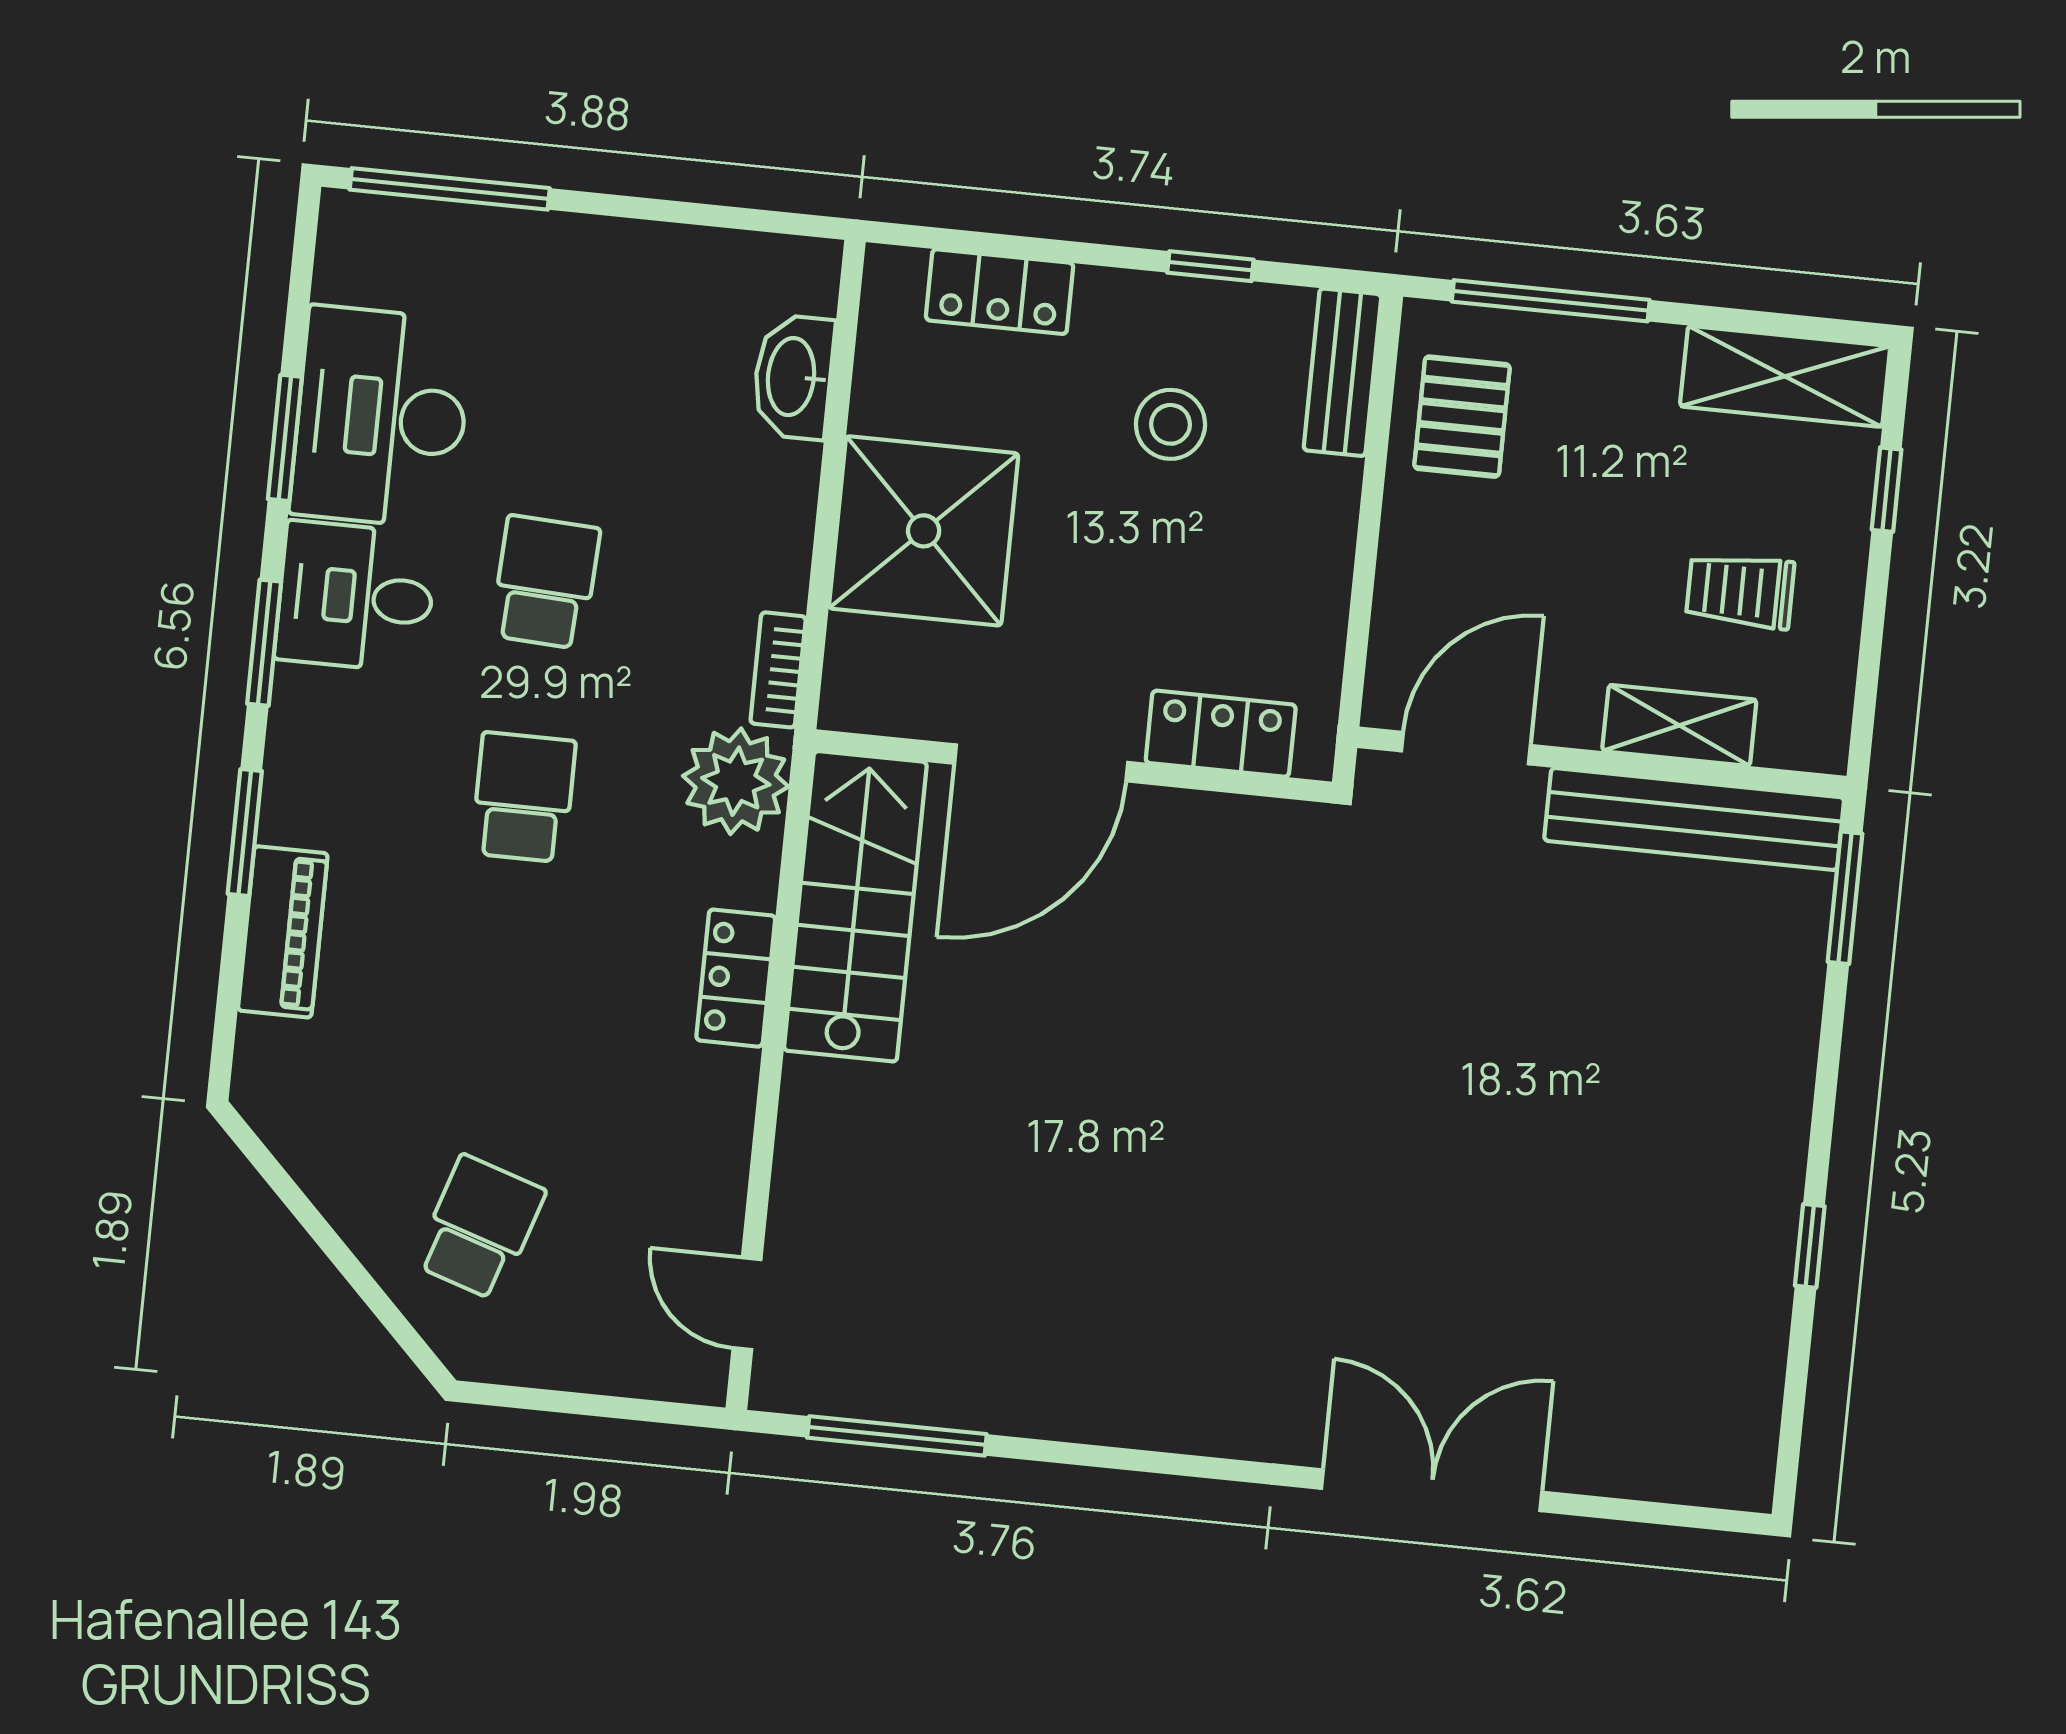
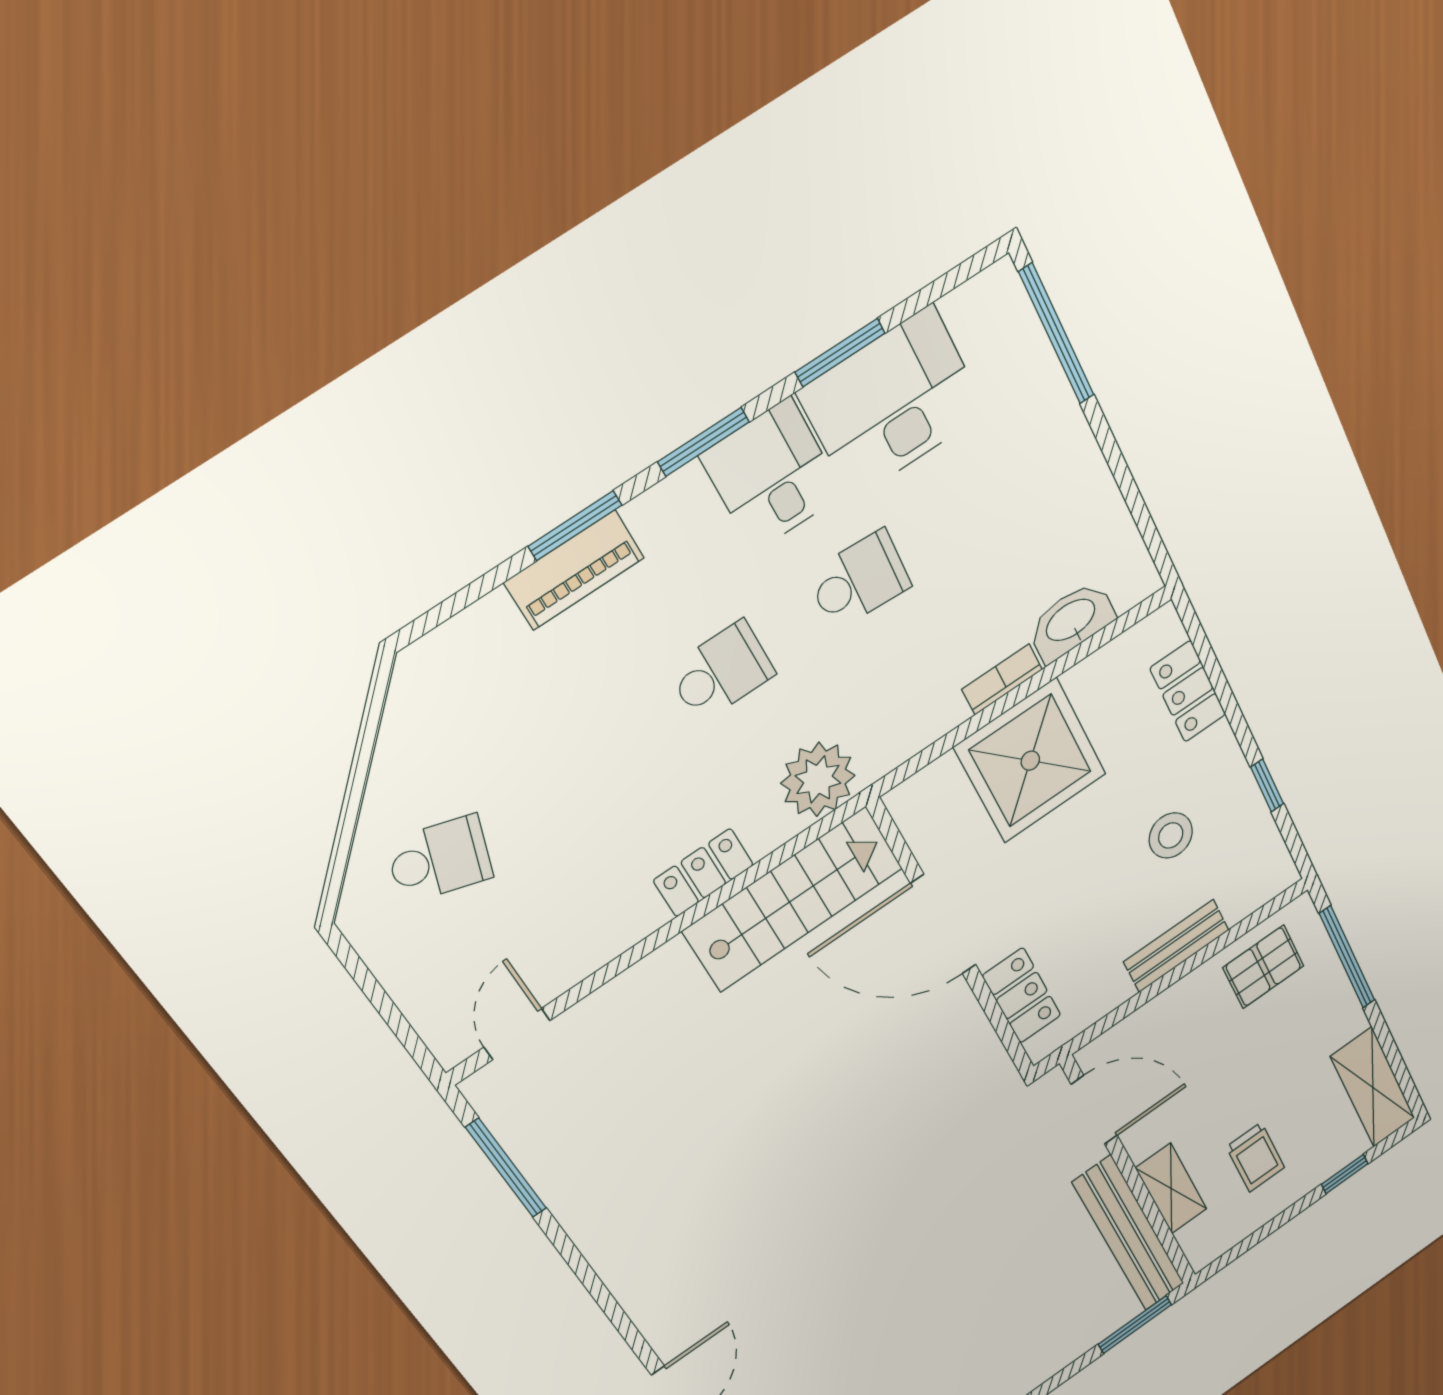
bench: (1342, 372) -> (1176, 946), moved
trolley: (1740, 591) -> (1255, 1157), turned 180
bookcase: (778, 670) -> (1002, 679), moved
piano: (283, 932) -> (574, 570), moved

